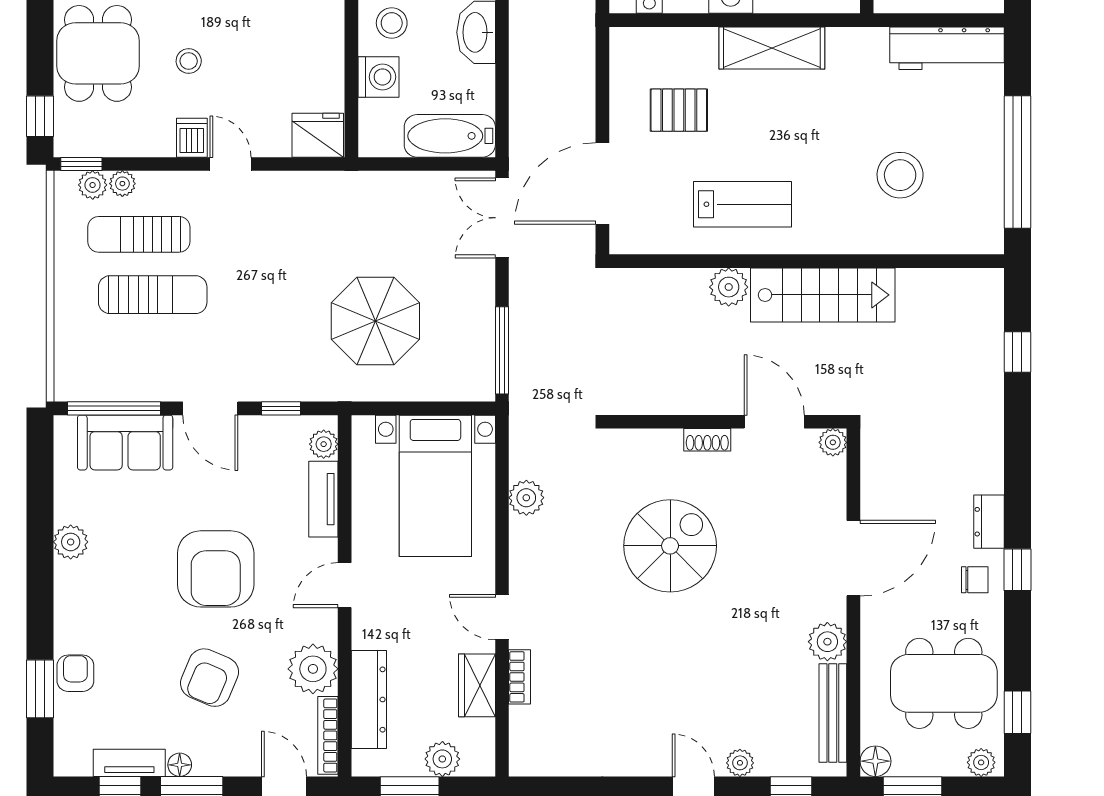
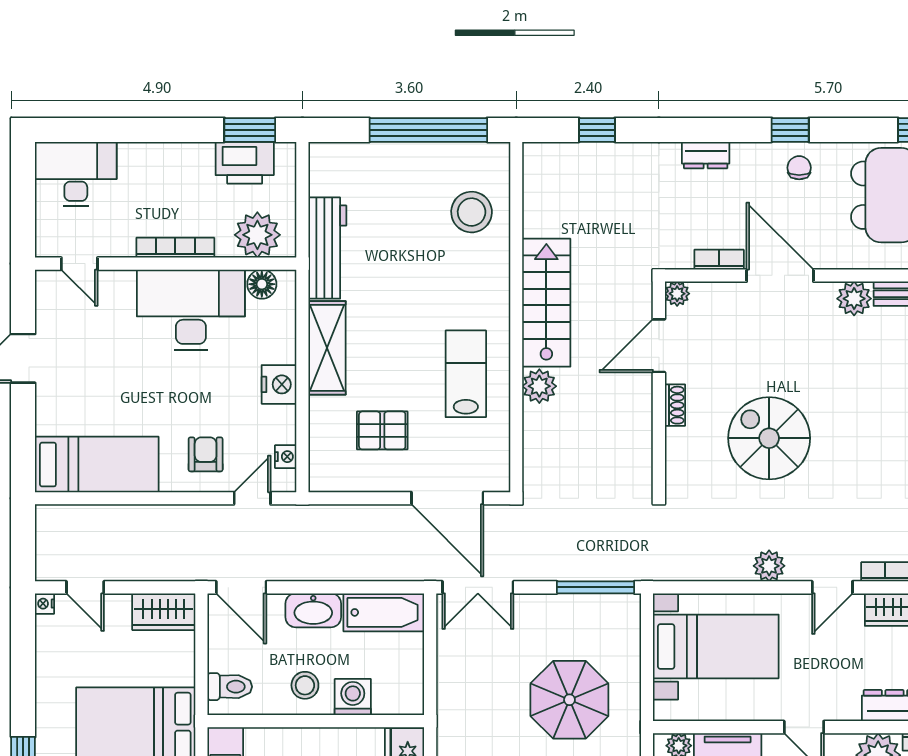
workbench: (947, 48) -> (327, 248), moved
pallet: (679, 110) -> (382, 430), turned 90
bathtub: (450, 136) -> (384, 612), moved, turned -90
stool: (900, 175) -> (472, 212), moved
bookcase: (871, 490) -> (719, 260), added
plant: (526, 498) -> (769, 566), moved
dresser: (989, 522) -> (706, 155), moved

